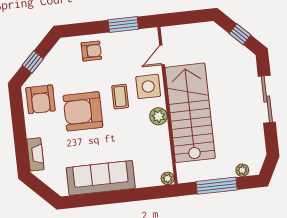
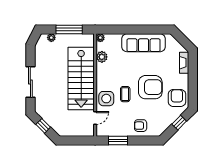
plant: (158, 116) -> (102, 57), moved

